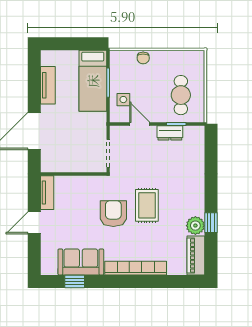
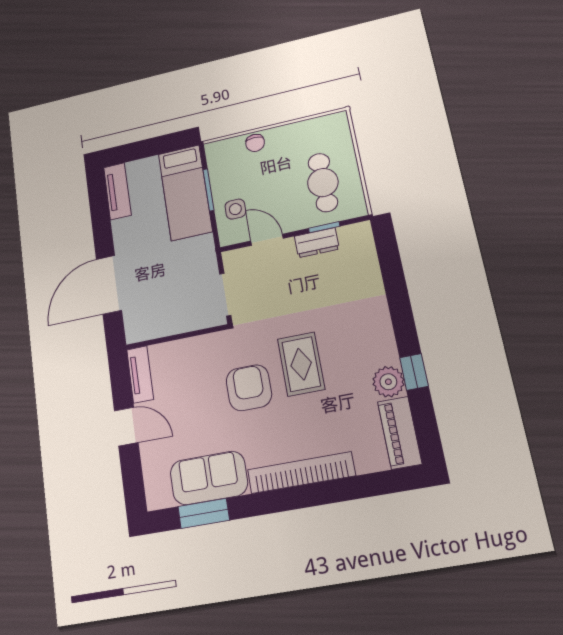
tv unit: (48, 85) -> (117, 191), moved
door: (34, 223) -> (126, 427), swing flipped
window: (75, 282) -> (204, 513), width x1.50

